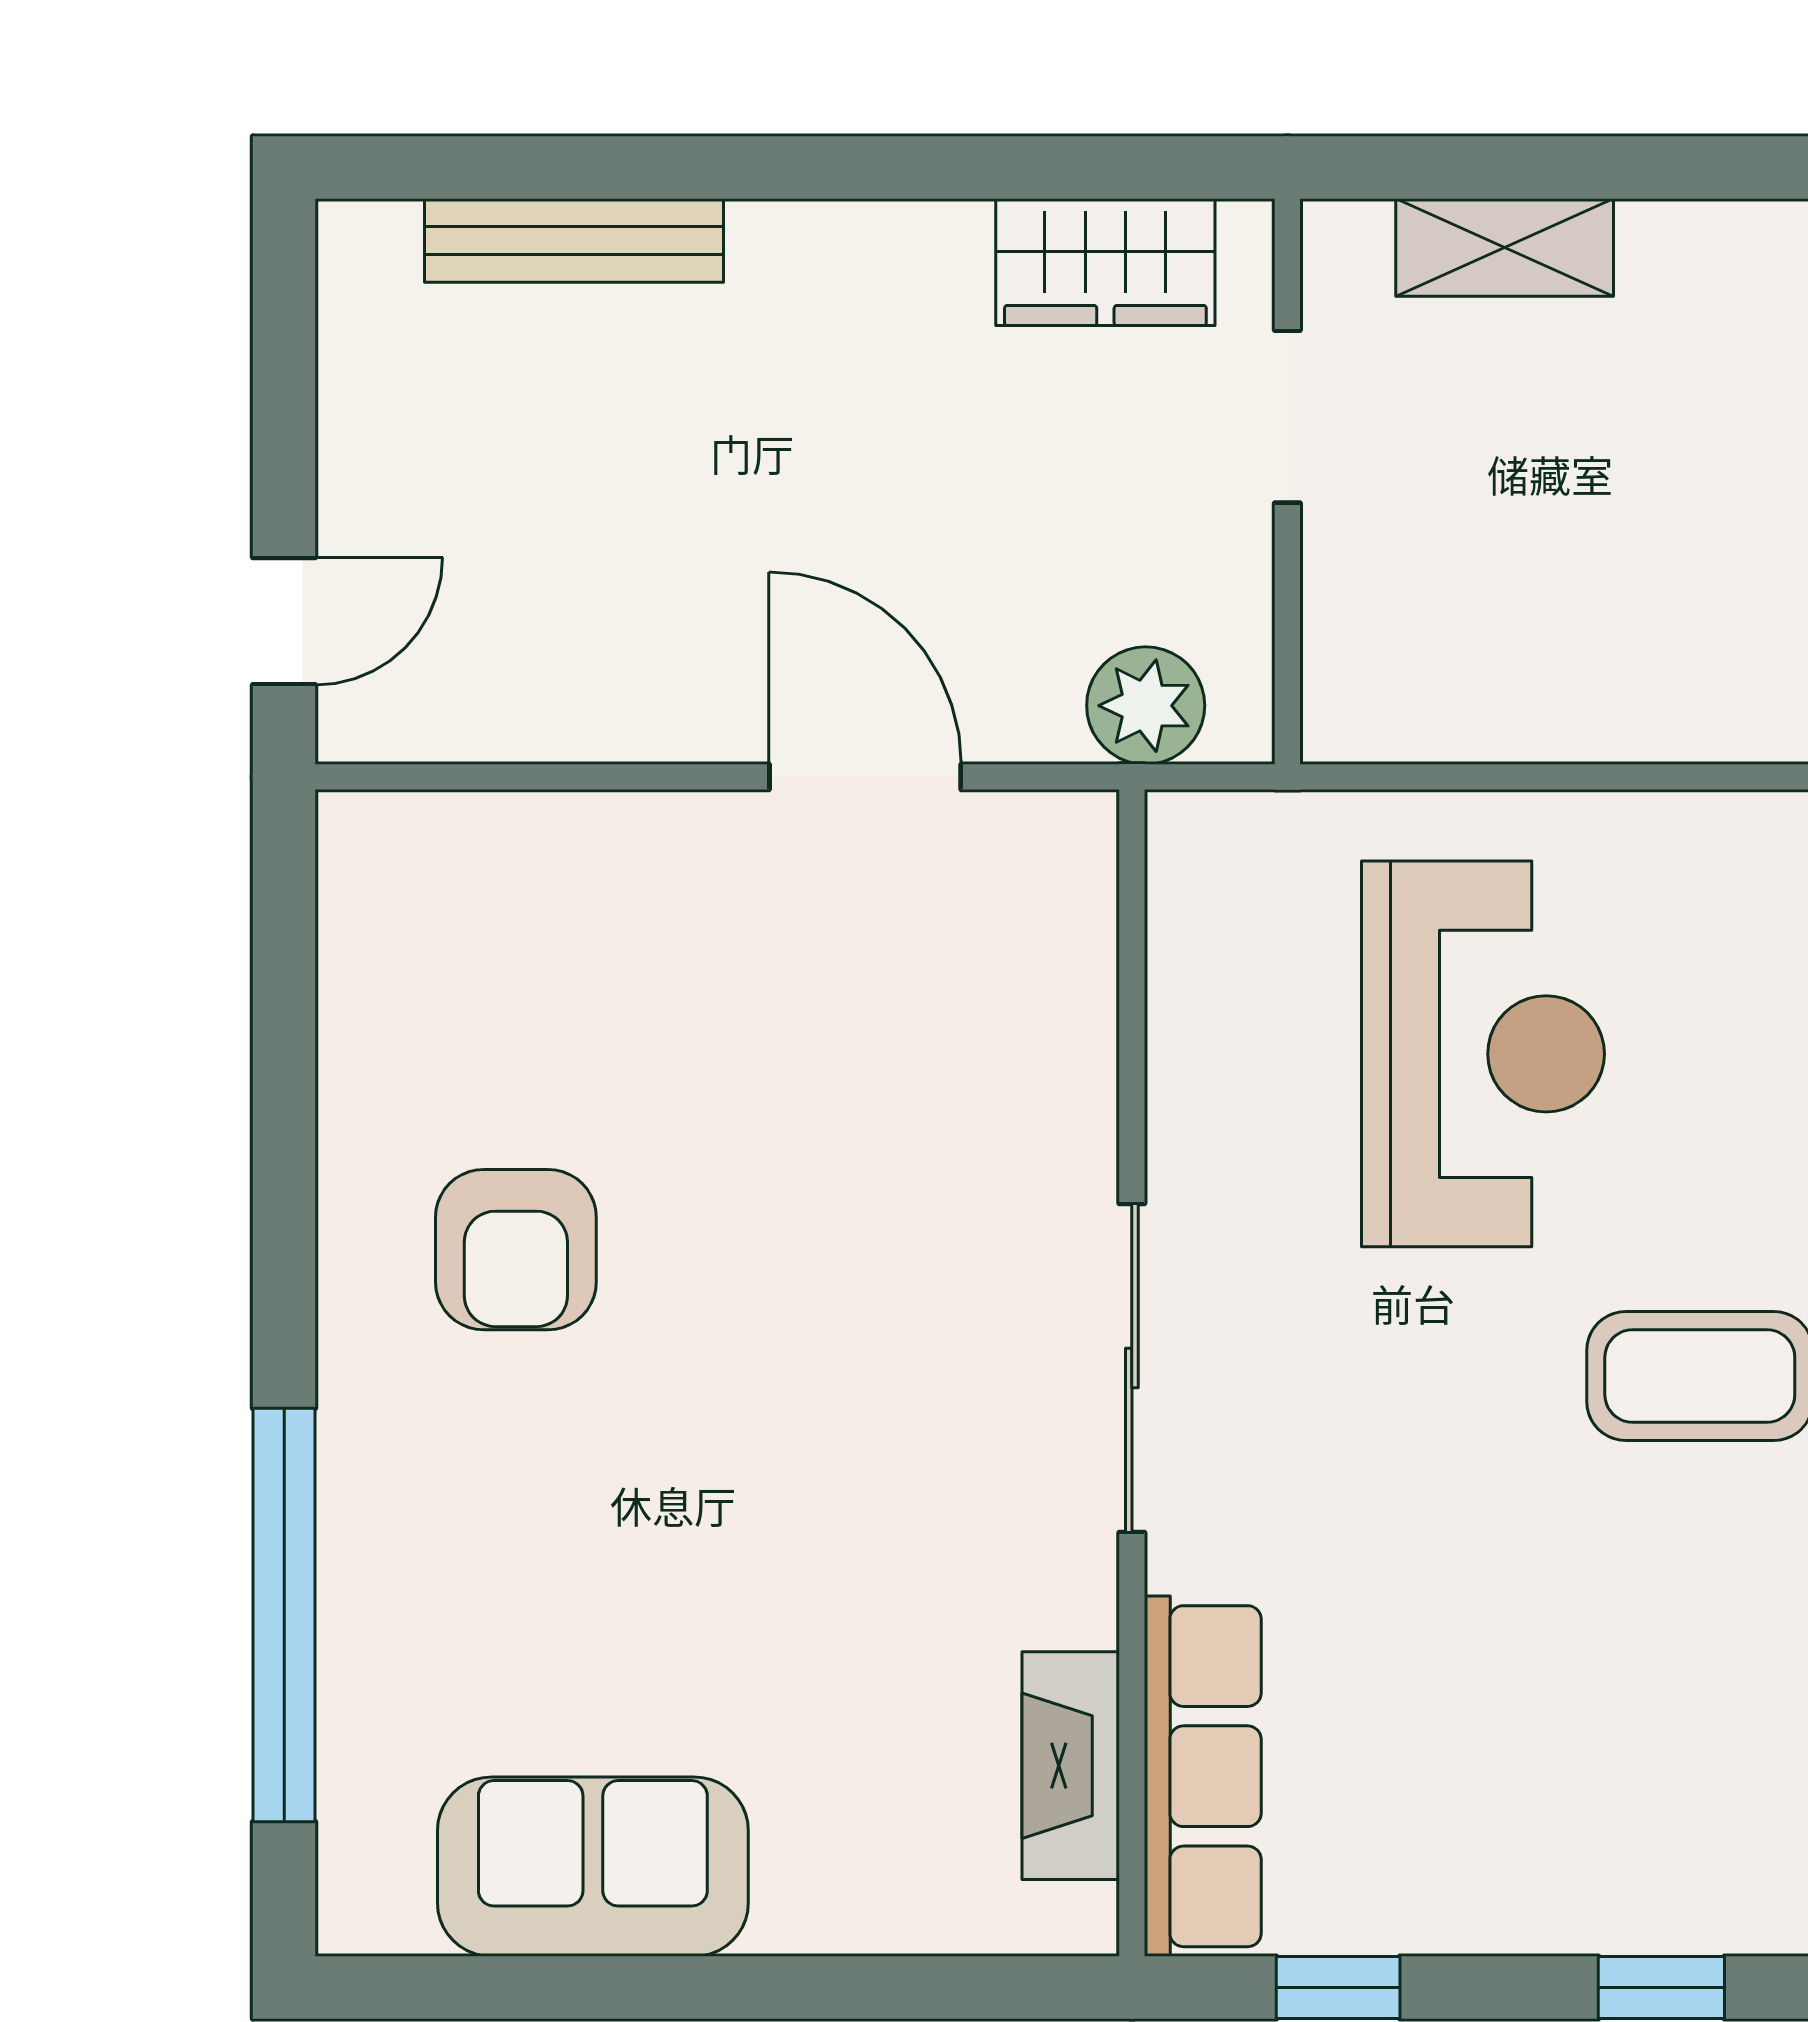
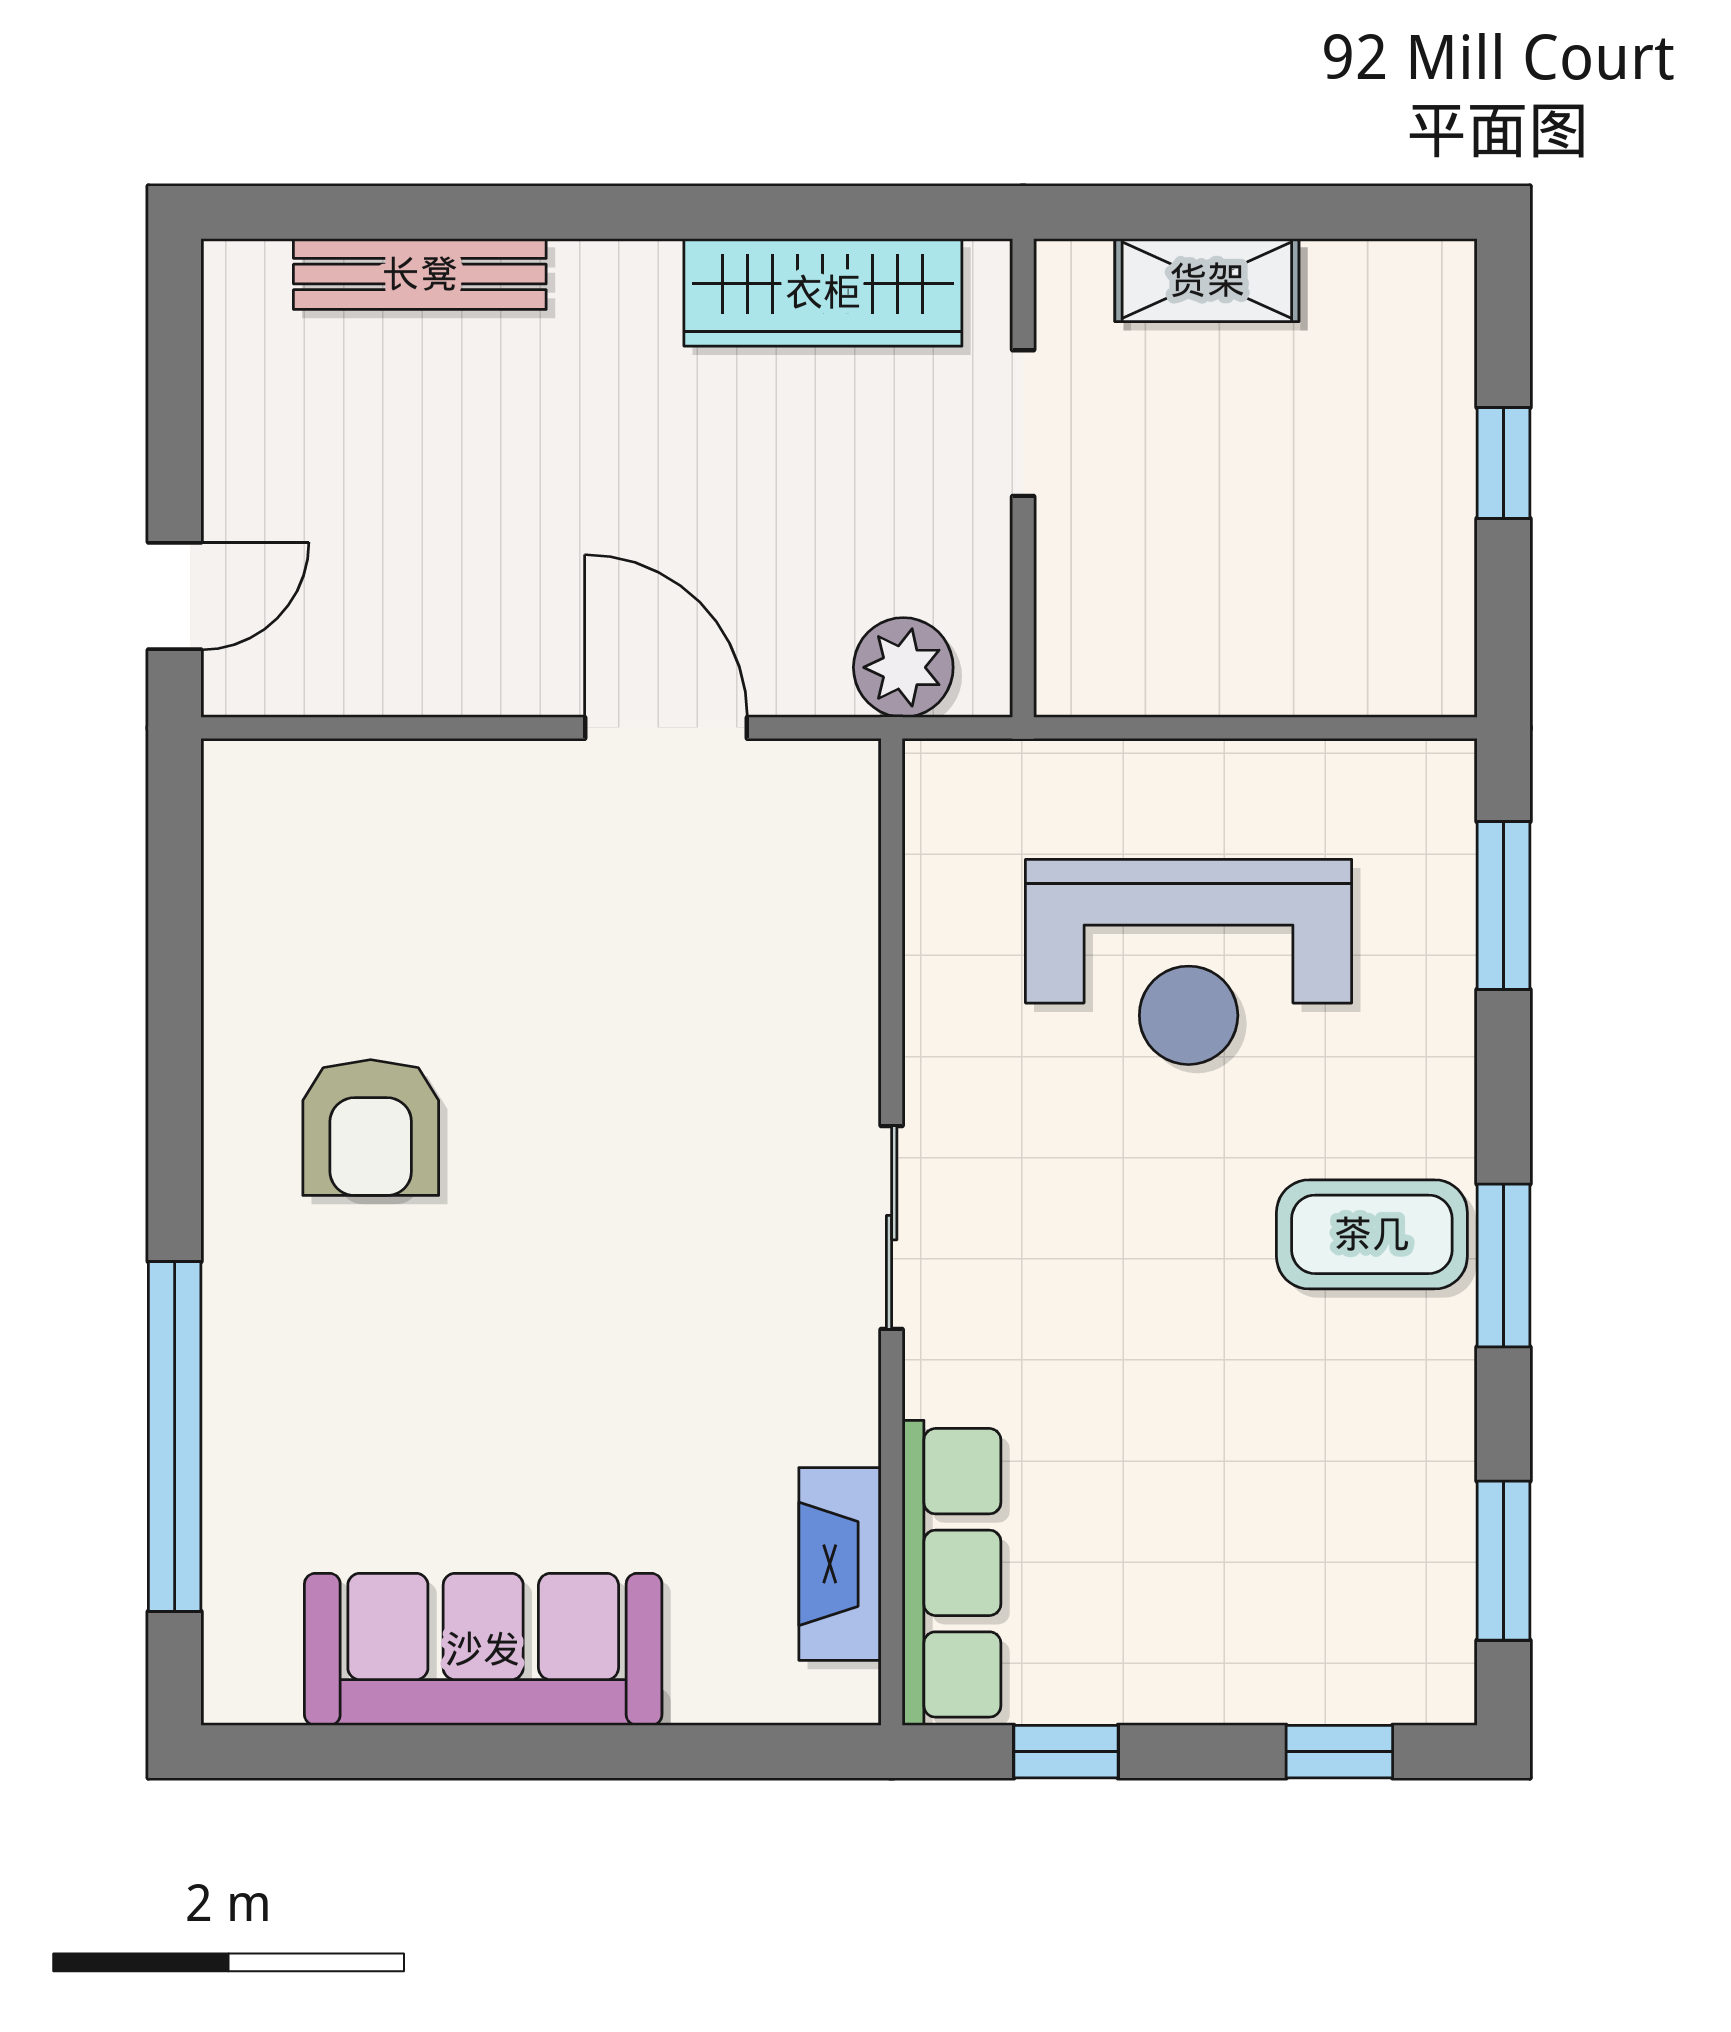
wardrobe: (1105, 262) -> (823, 292), width x1.50
reception desk: (1483, 1054) -> (1189, 962), turned 90
sliding door: (1132, 1368) -> (892, 1228), width x0.73
sofa: (593, 1867) -> (483, 1649), width x1.36

